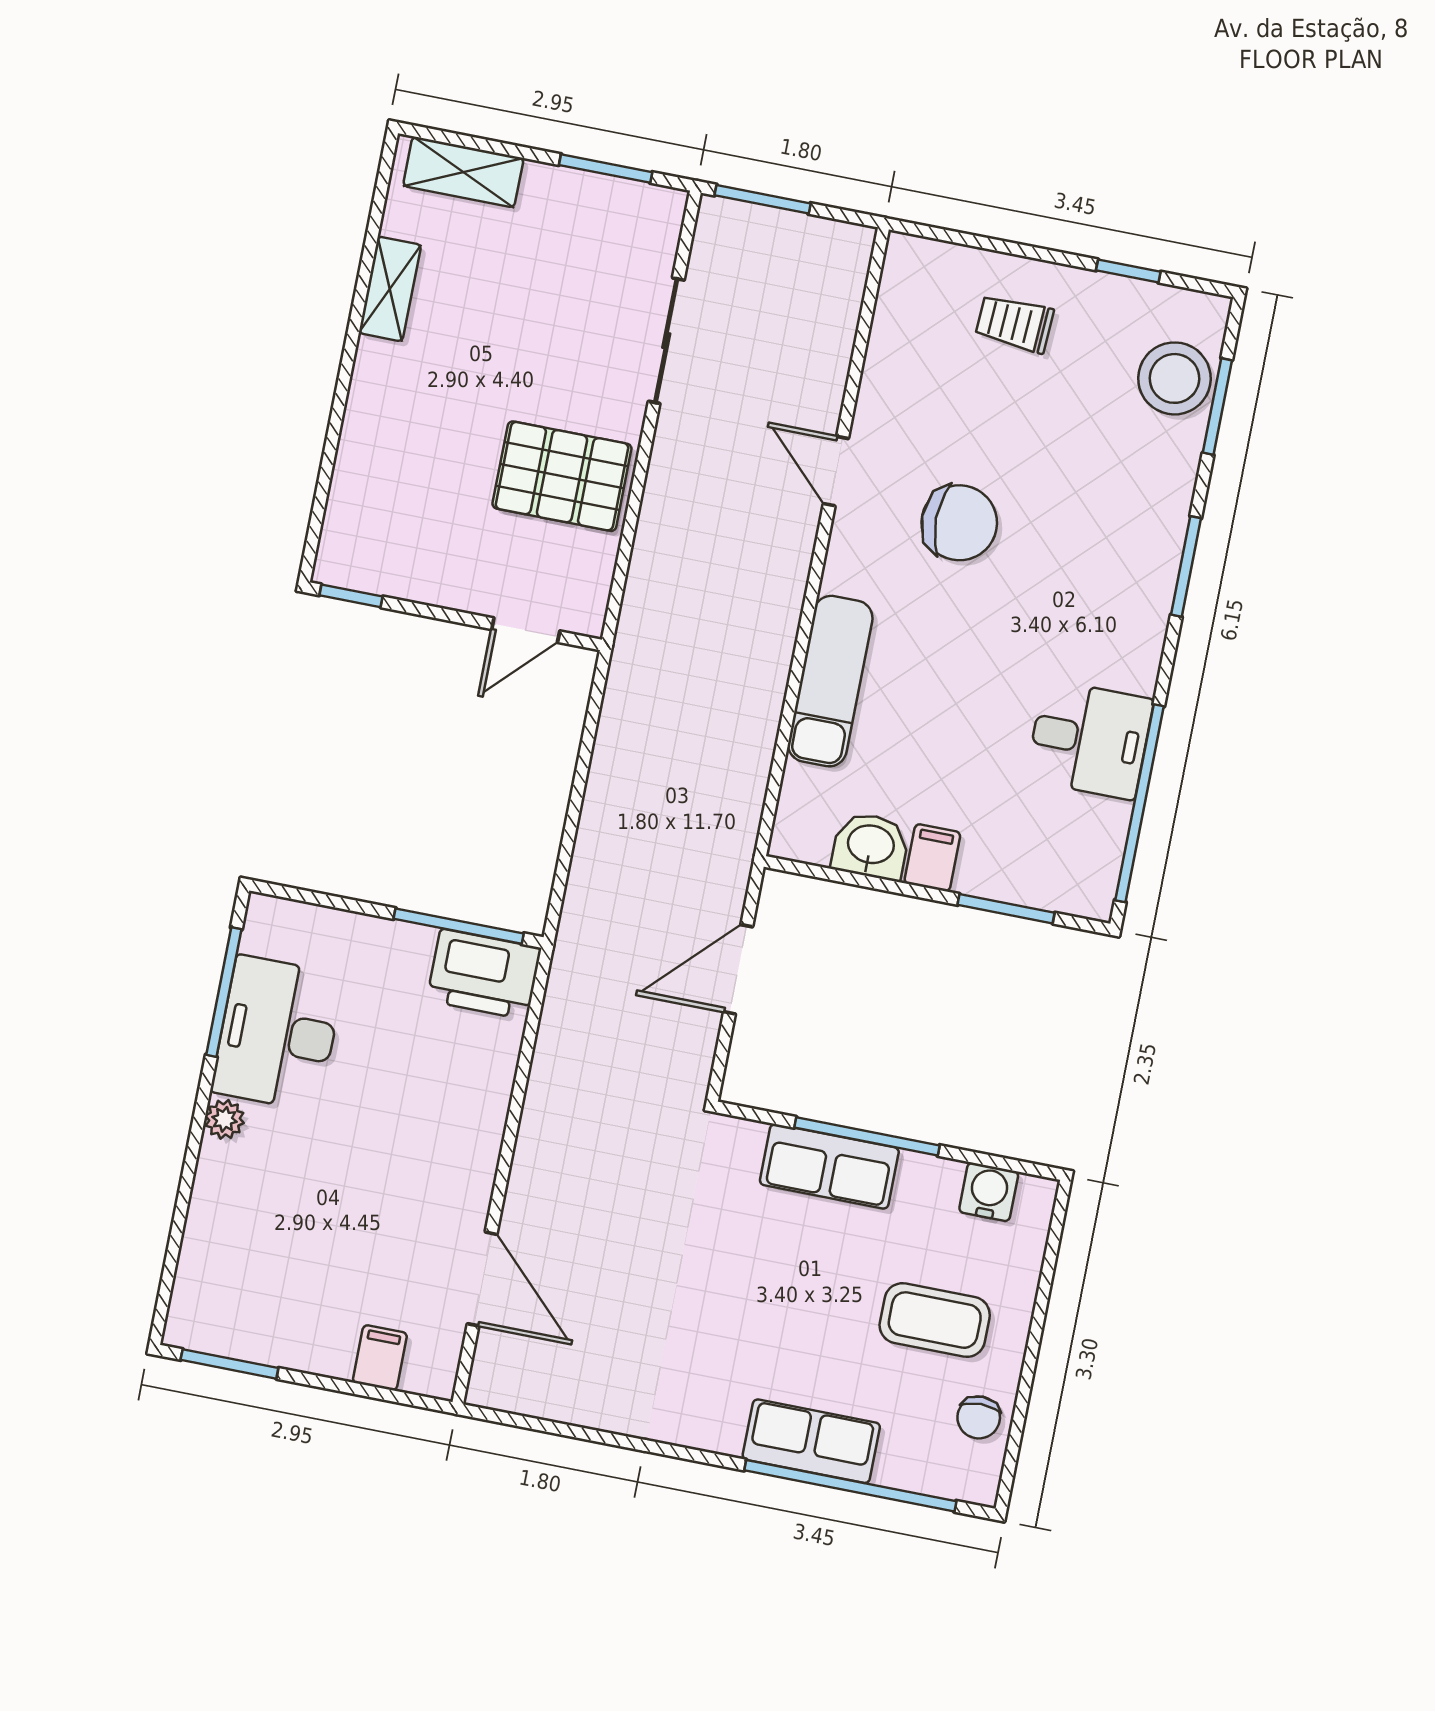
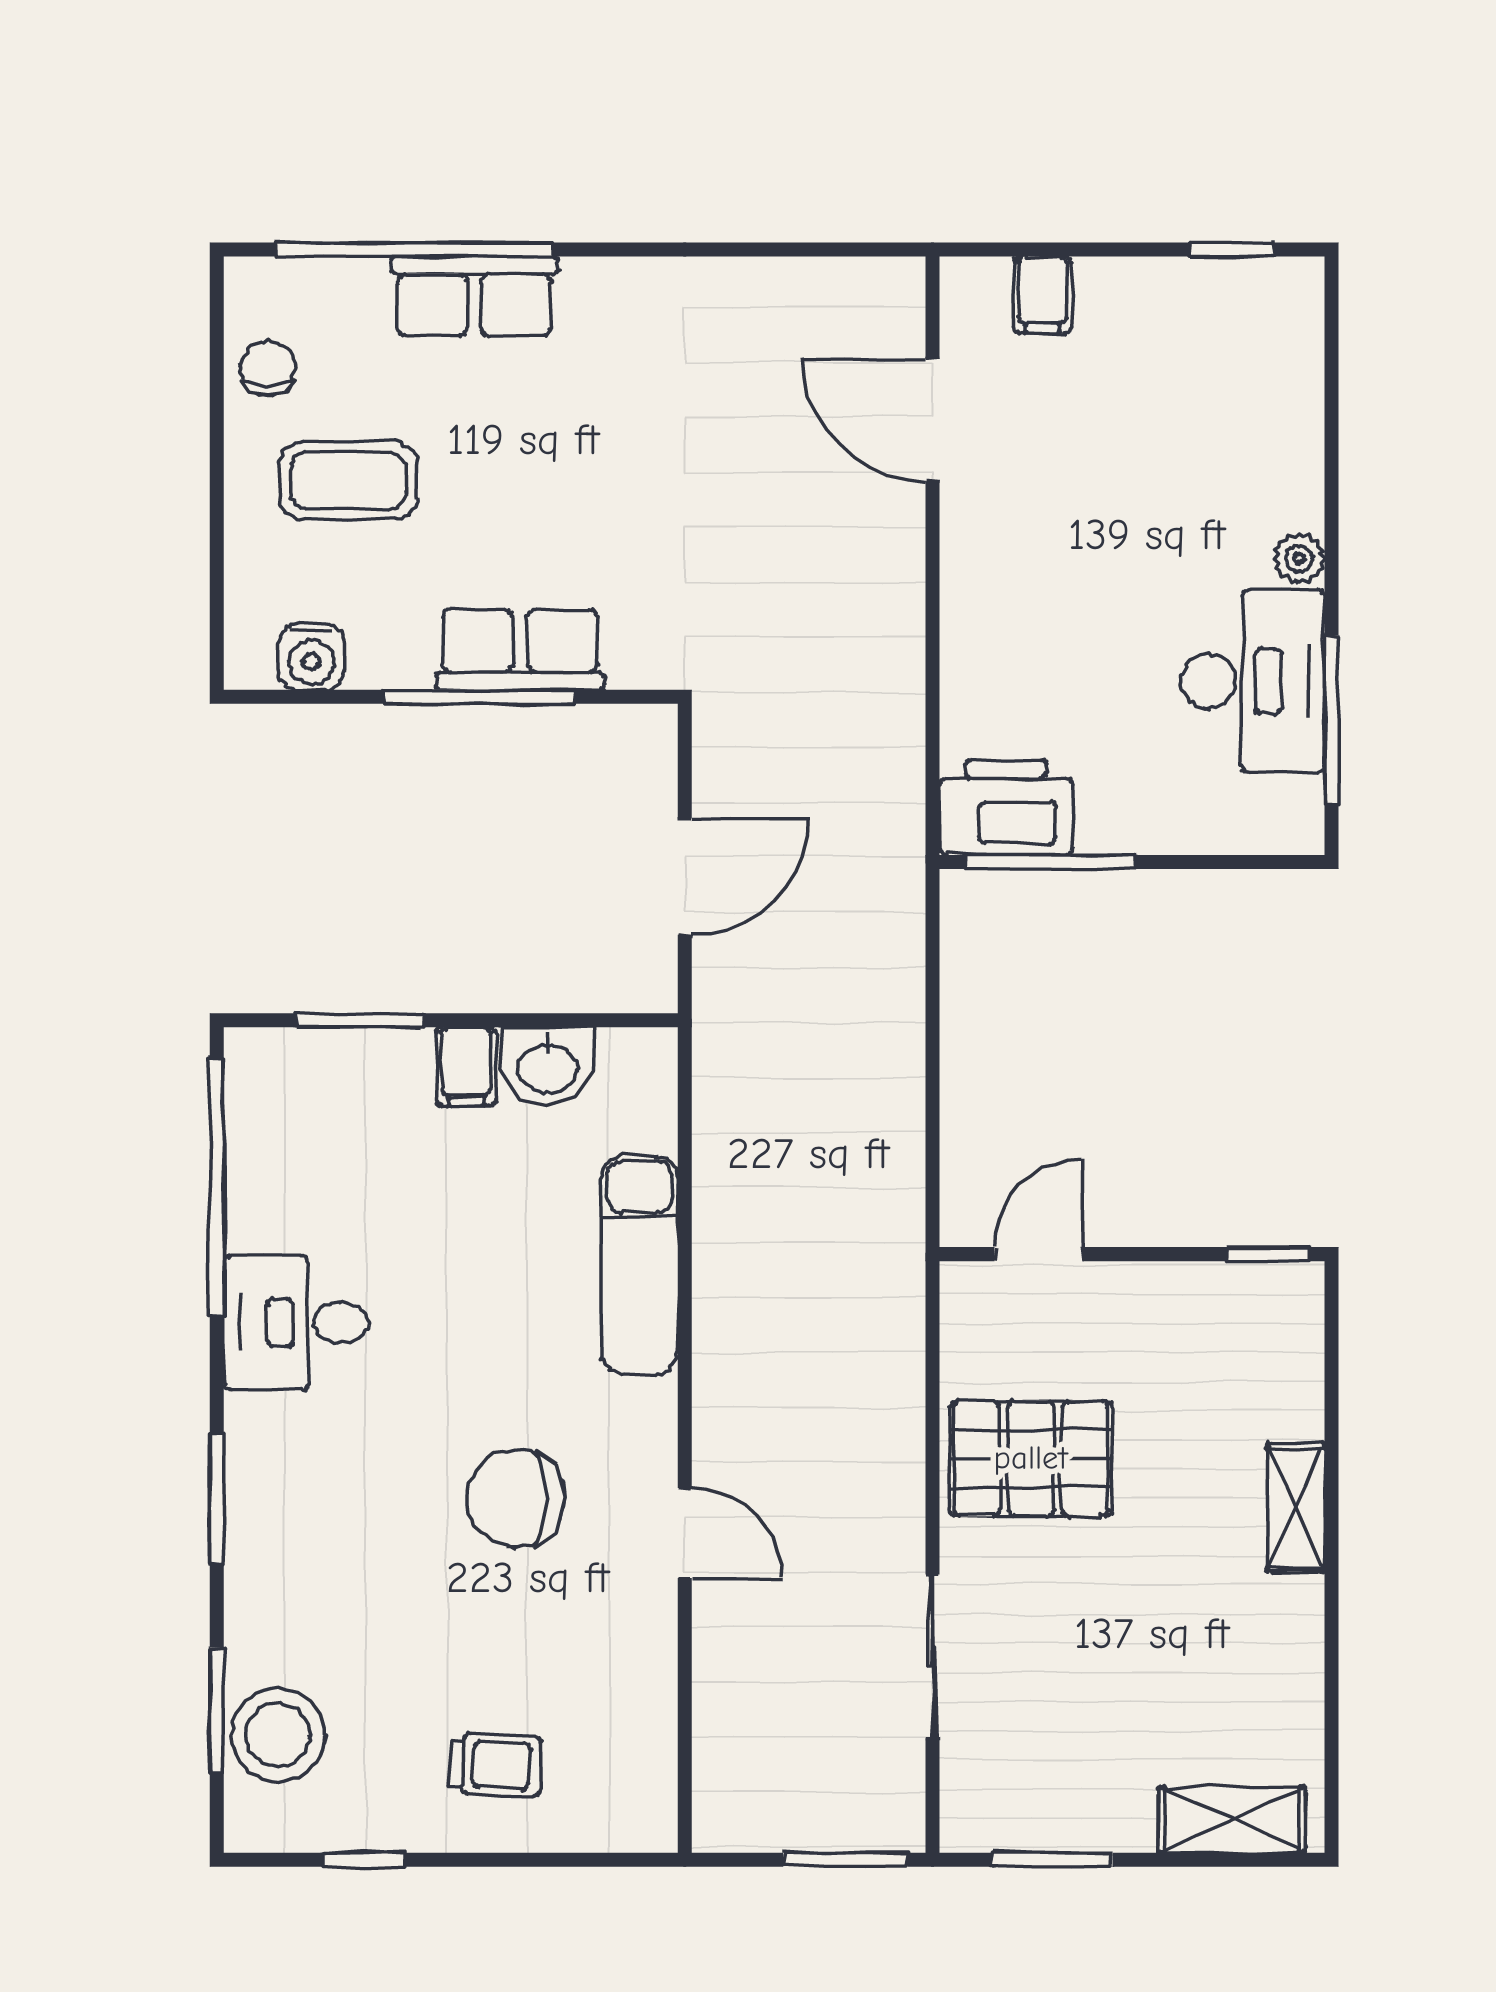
shelving: (390, 289) -> (1296, 1507), moved
desk: (1089, 740) -> (296, 1323), moved
window: (229, 1364) -> (1232, 250), width x0.67

